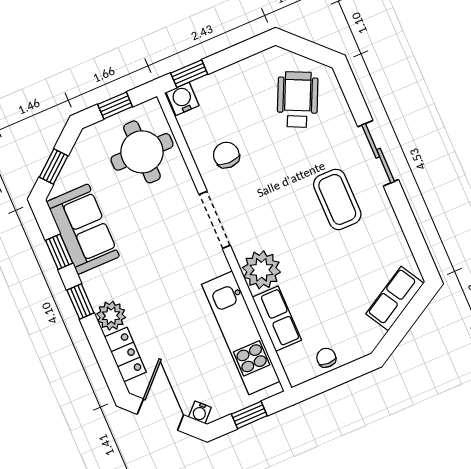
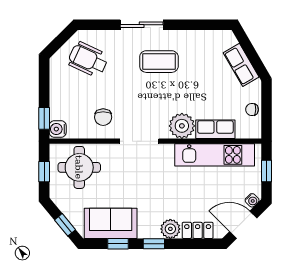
chair: (226, 155) -> (103, 117), turned -90
row of seats: (395, 298) -> (241, 65), moved

